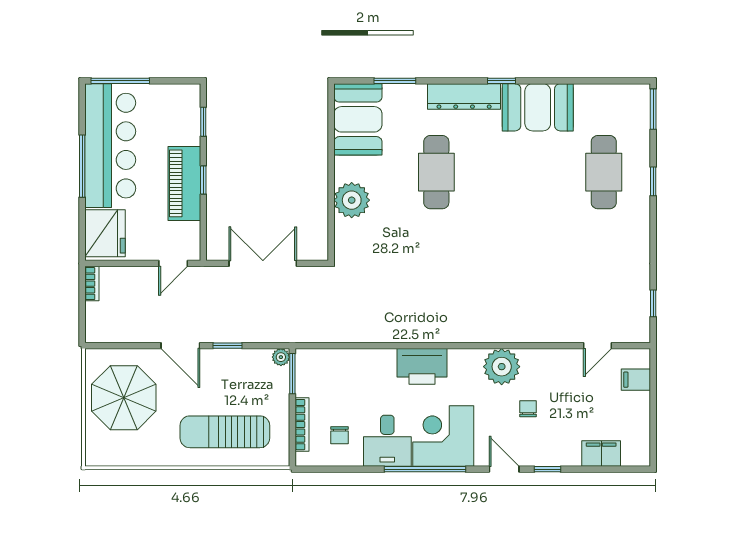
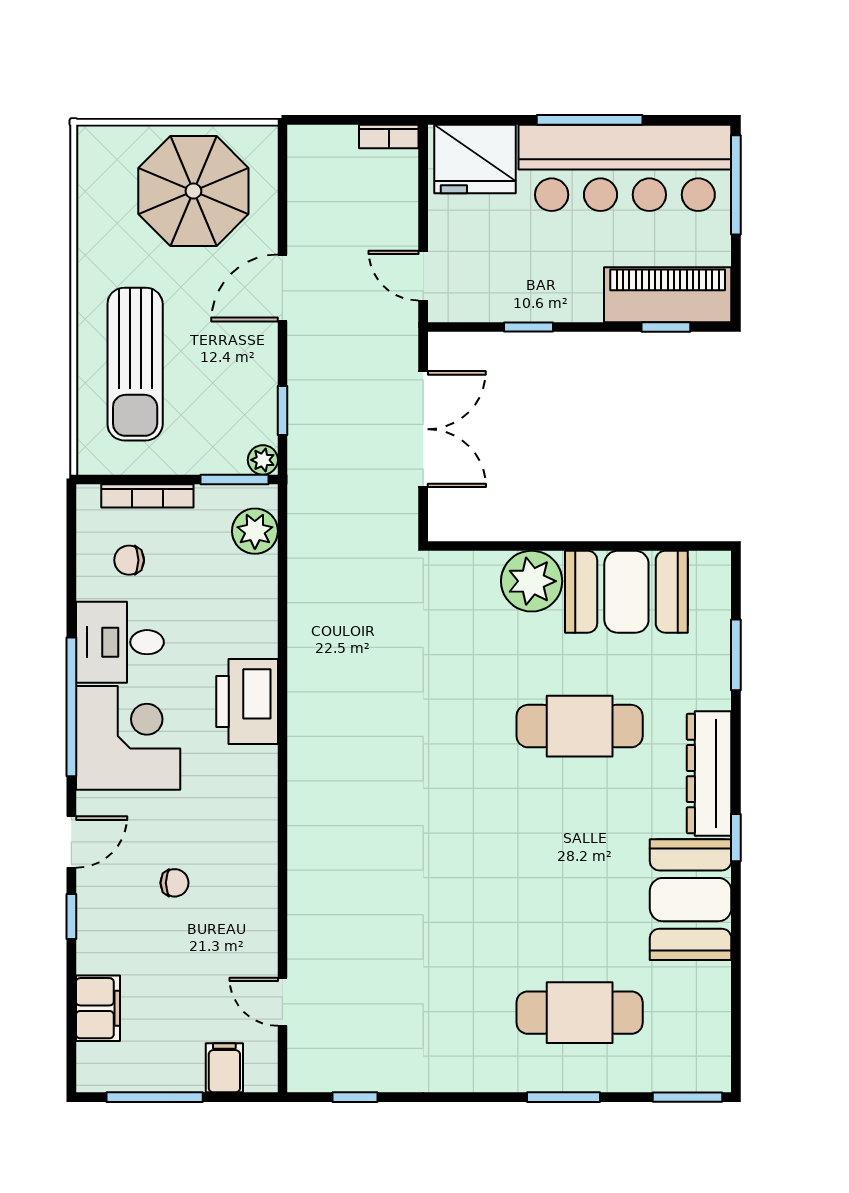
booth: (358, 119) -> (626, 592), moved
window: (203, 180) -> (529, 327), moved
window: (653, 181) -> (564, 1097), width x1.50
piano: (184, 183) -> (668, 295), moved
window: (228, 346) -> (282, 411), moved
plant: (502, 367) -> (255, 531), moved, width x0.73, depth x0.73
window: (653, 420) -> (155, 1097), added
sun lounger: (225, 432) -> (135, 364), turned 180

